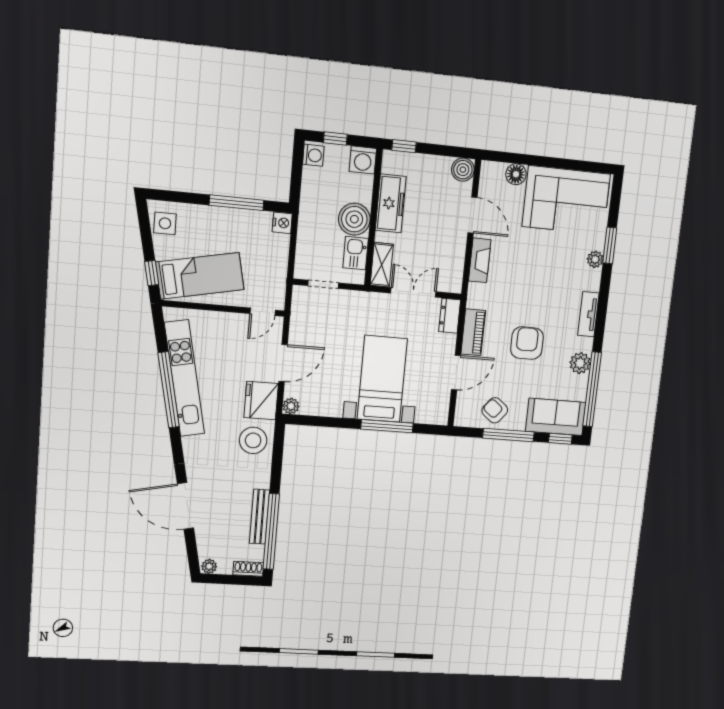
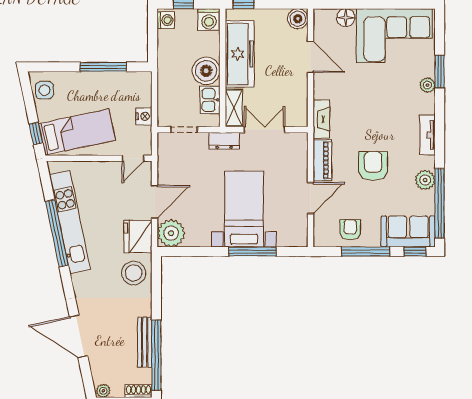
freezer: (391, 203) -> (240, 54), width x1.36, depth x1.26
nightstand: (282, 223) -> (144, 116), moved
fireplace: (480, 260) -> (321, 119), moved
dresser: (450, 316) -> (224, 141), moved, turned -90
plant: (291, 406) -> (171, 233), width x1.88, depth x1.88
armchair: (495, 410) -> (350, 230), turned 51

